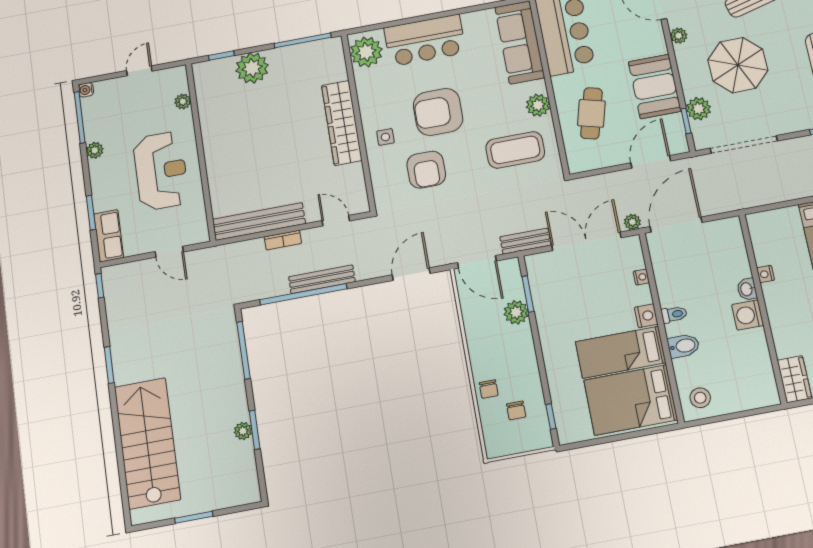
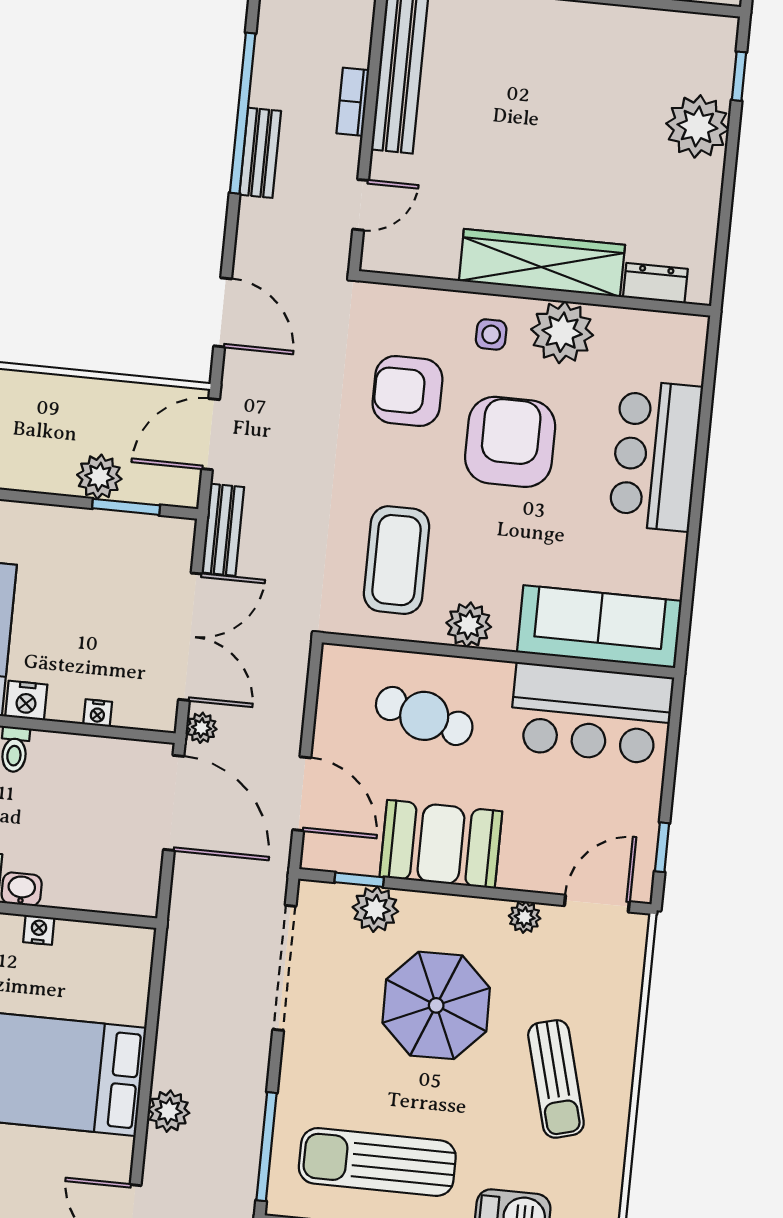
window: (303, 40) -> (723, 232), removed
plant: (366, 52) -> (562, 332), moved
dresser: (337, 65) -> (655, 283), added
bench: (322, 279) -> (260, 153), width x0.73

